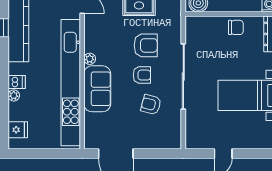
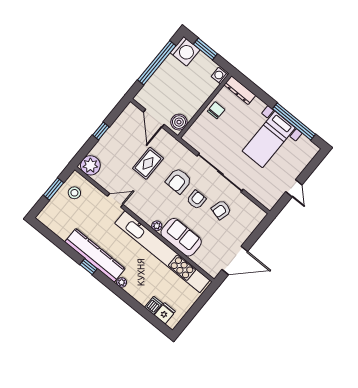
armchair: (146, 45) -> (179, 181), turned 180
dishwasher: (17, 82) -> (154, 305), moved
plant: (14, 95) -> (122, 282), moved

